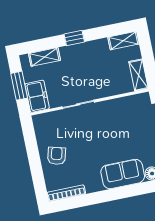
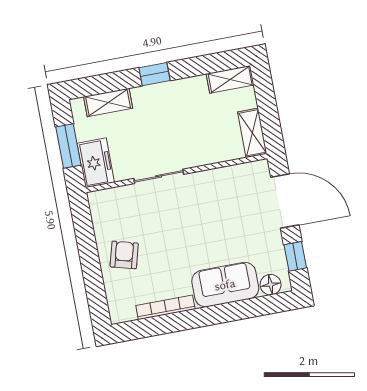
bookcase: (66, 193) -> (165, 307), moved

